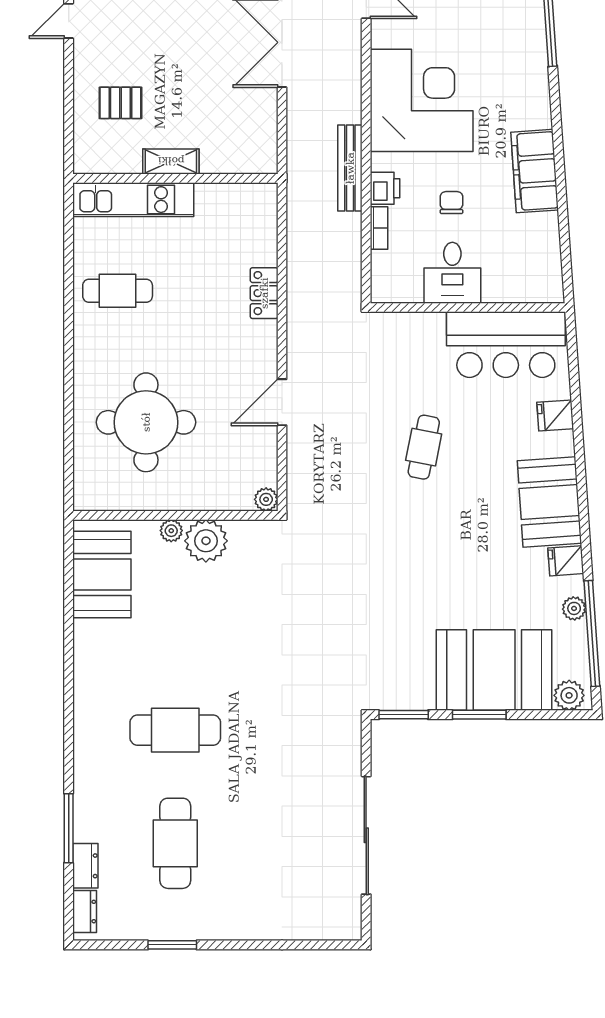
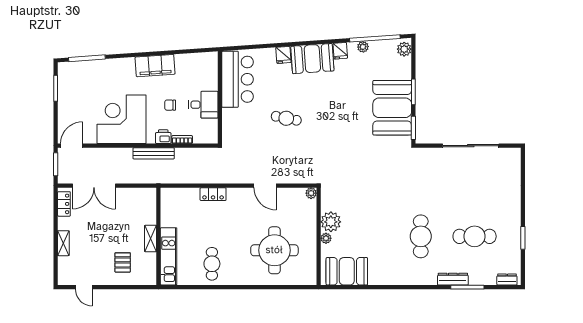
fridge: (555, 416) -> (283, 55), moved
booth: (494, 670) -> (392, 108), moved
dresser: (85, 866) -> (453, 279), moved, width x1.44

